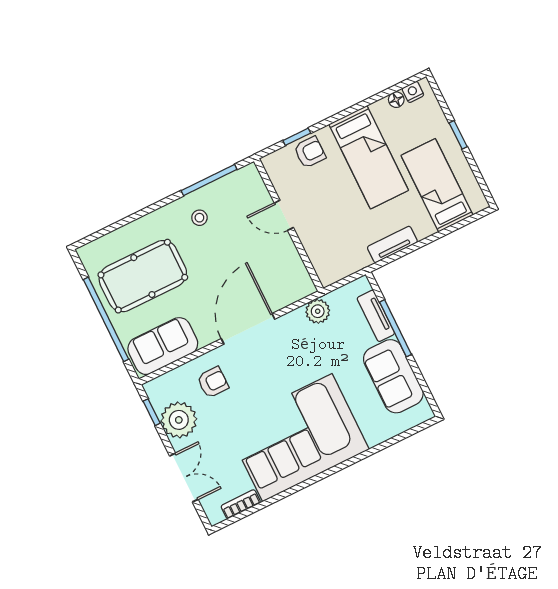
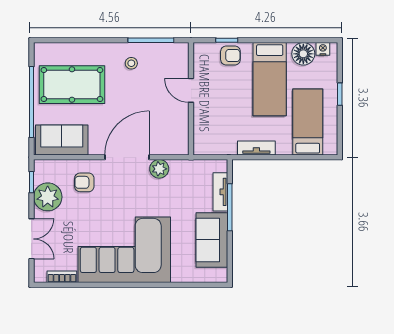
floor lamp: (396, 100) -> (303, 54), width x1.89, depth x1.89
plant: (318, 311) -> (159, 169), moved
armchair: (213, 382) -> (84, 182), turned 180

